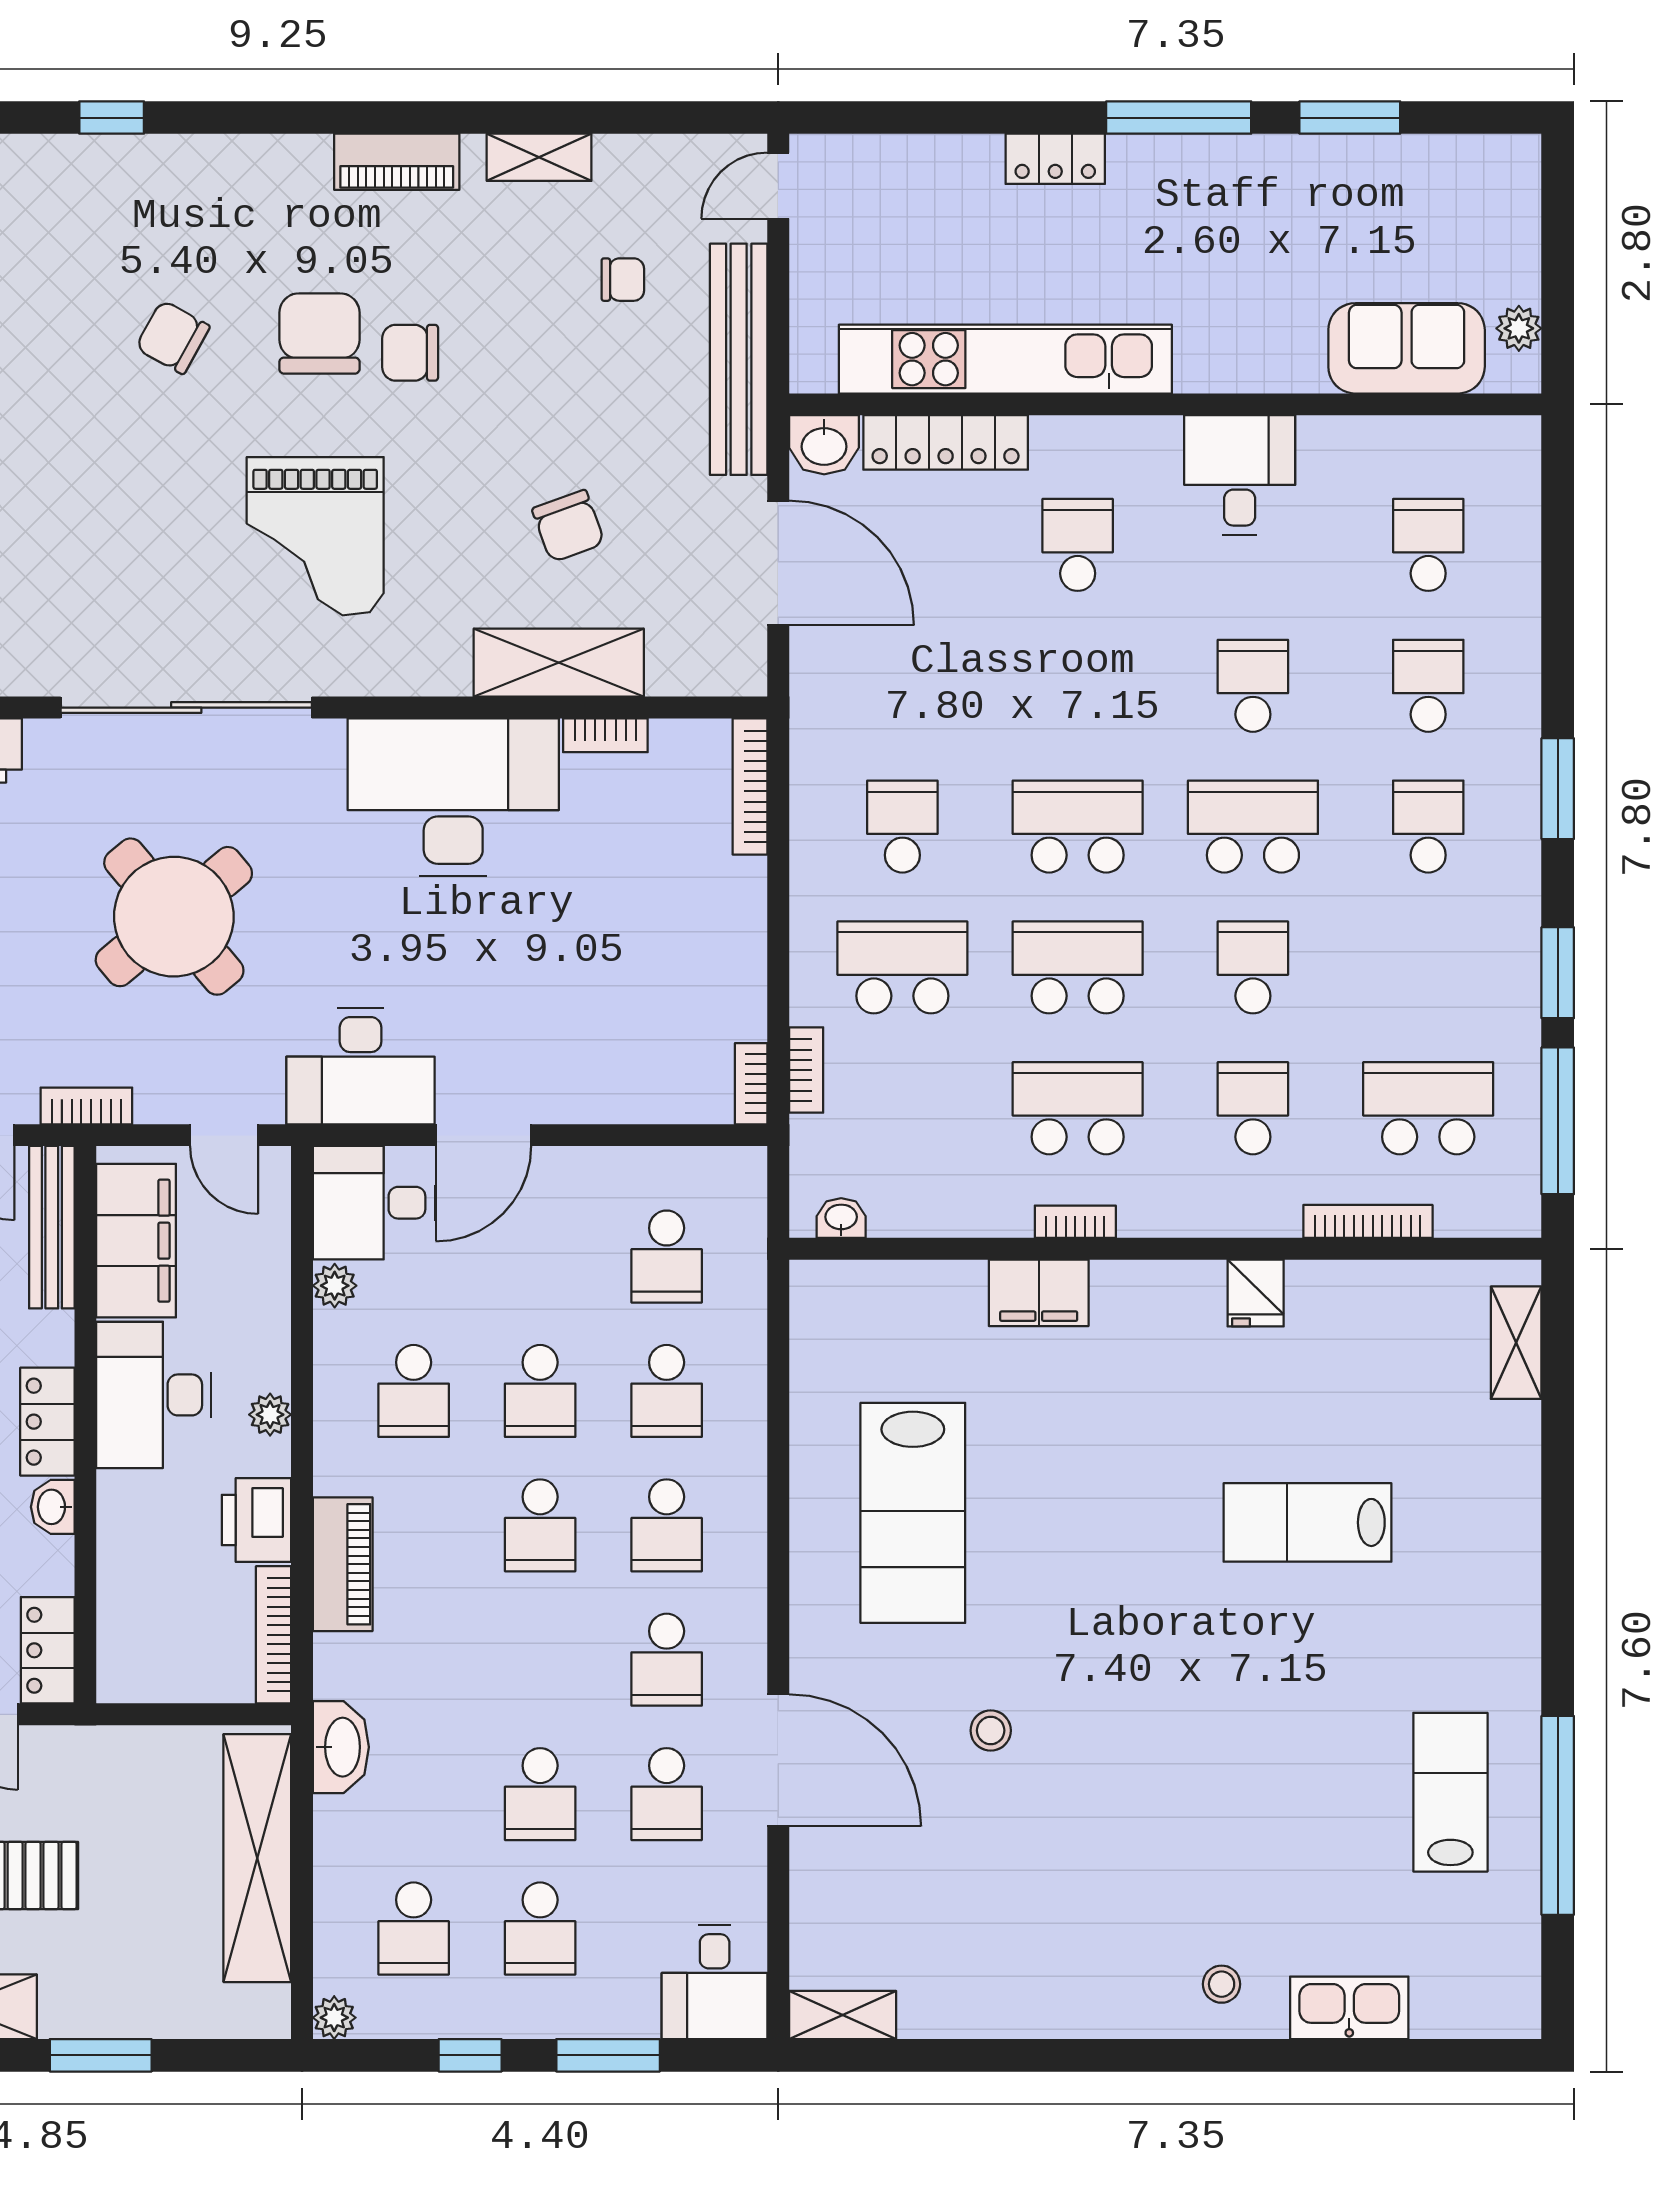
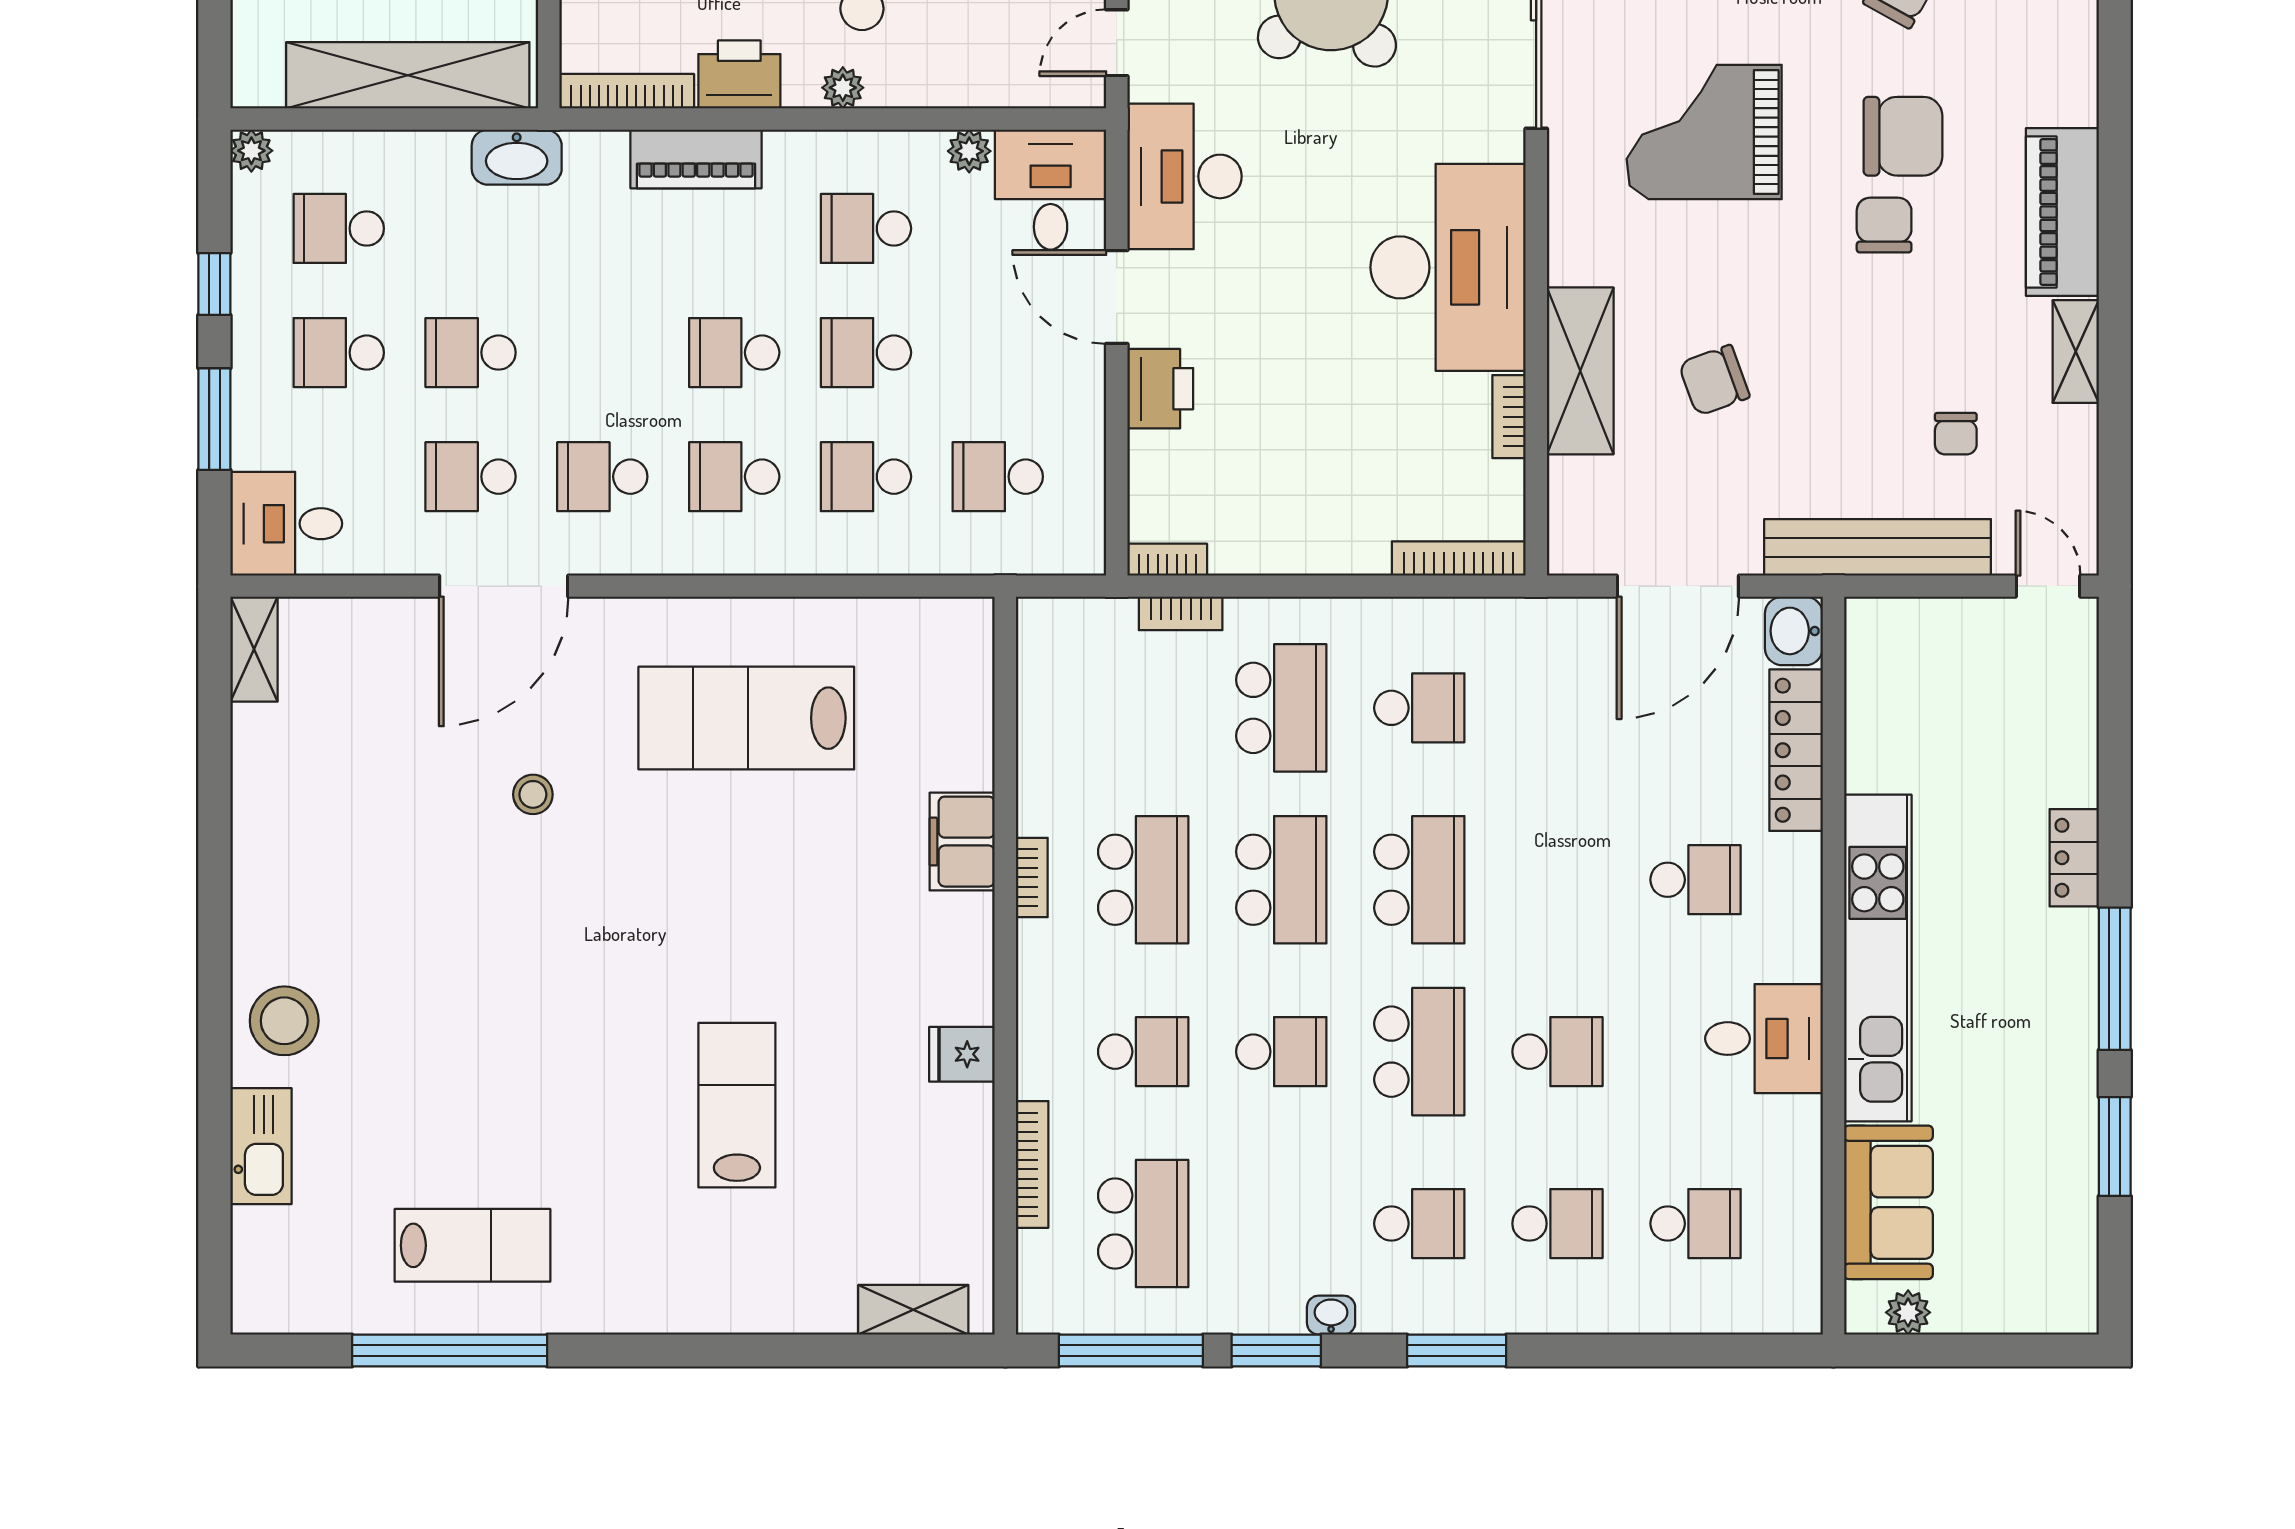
piano: (397, 162) -> (2062, 212), width x1.37, depth x1.33
kitchen unit: (1005, 359) -> (1878, 958), moved
printer: (577, 1091) -> (1160, 389), added
washbasin: (841, 1218) -> (1331, 1315), moved, turned -90
stool: (1222, 1984) -> (284, 1021), width x1.89, depth x1.89

